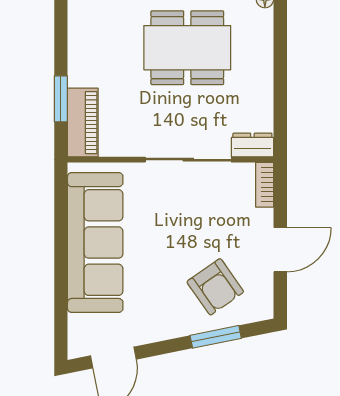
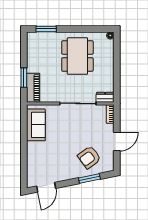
dining table: (187, 48) -> (77, 56), turned 90
sofa: (95, 243) -> (36, 125), width x0.54, depth x0.79
armchair: (215, 287) -> (89, 157), turned 89

